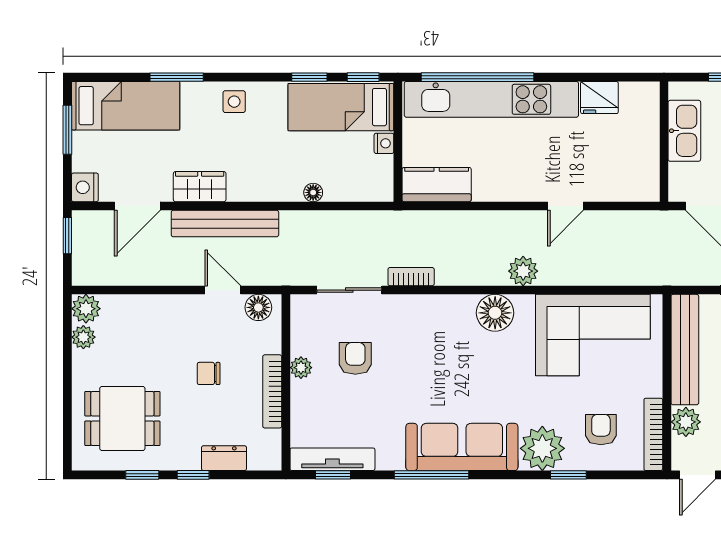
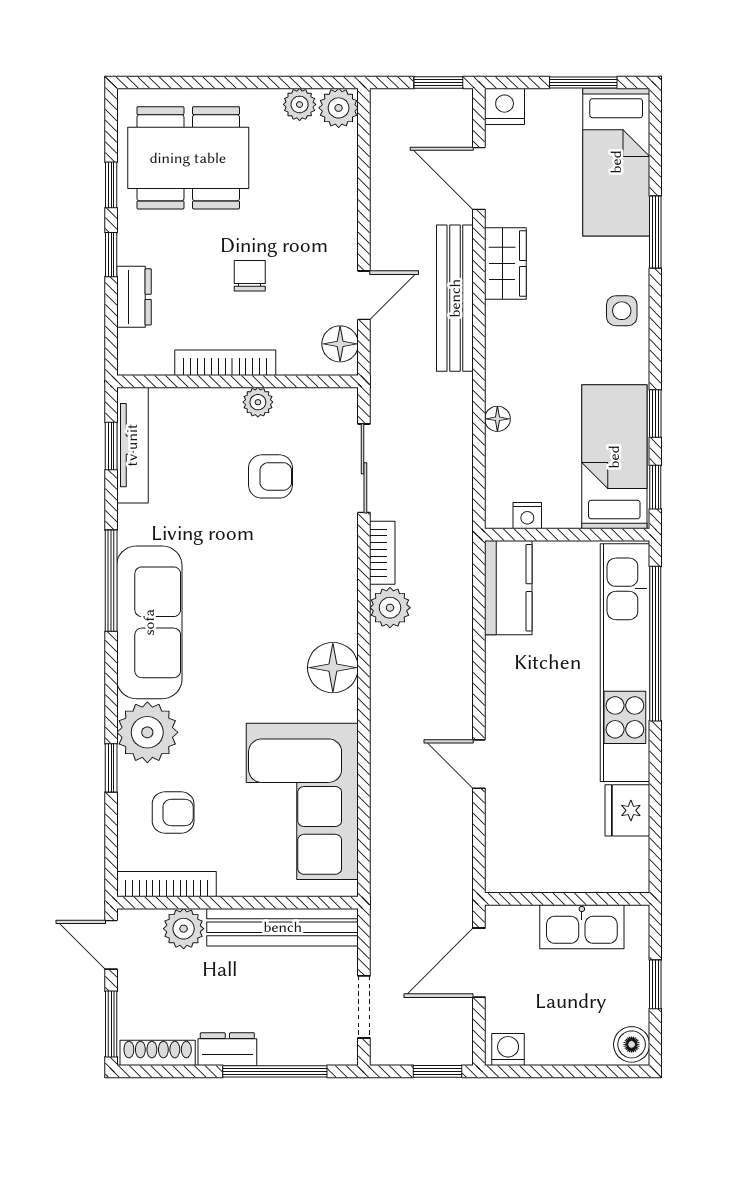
nightstand: (384, 143) -> (527, 516), moved
plant: (523, 271) -> (390, 608), moved
dining table: (122, 418) -> (188, 158), width x1.38

